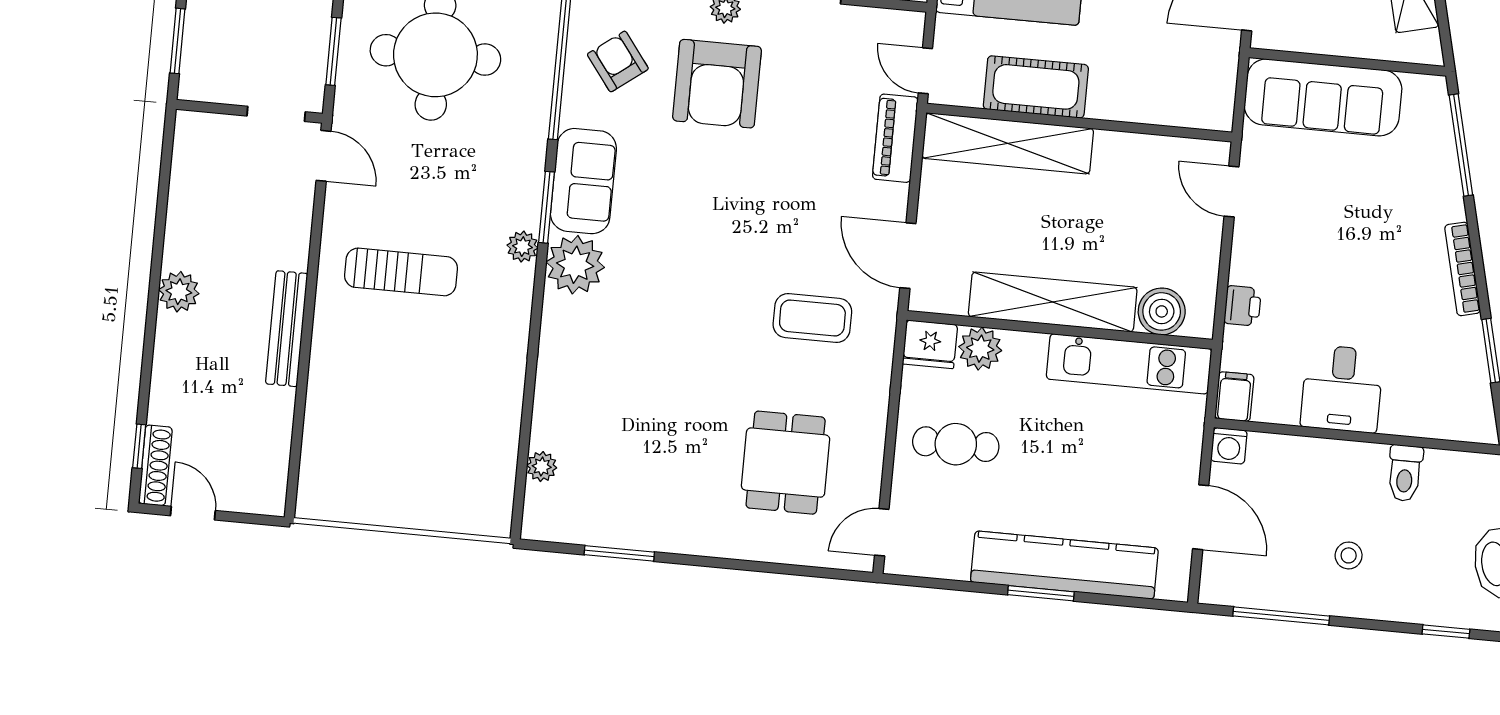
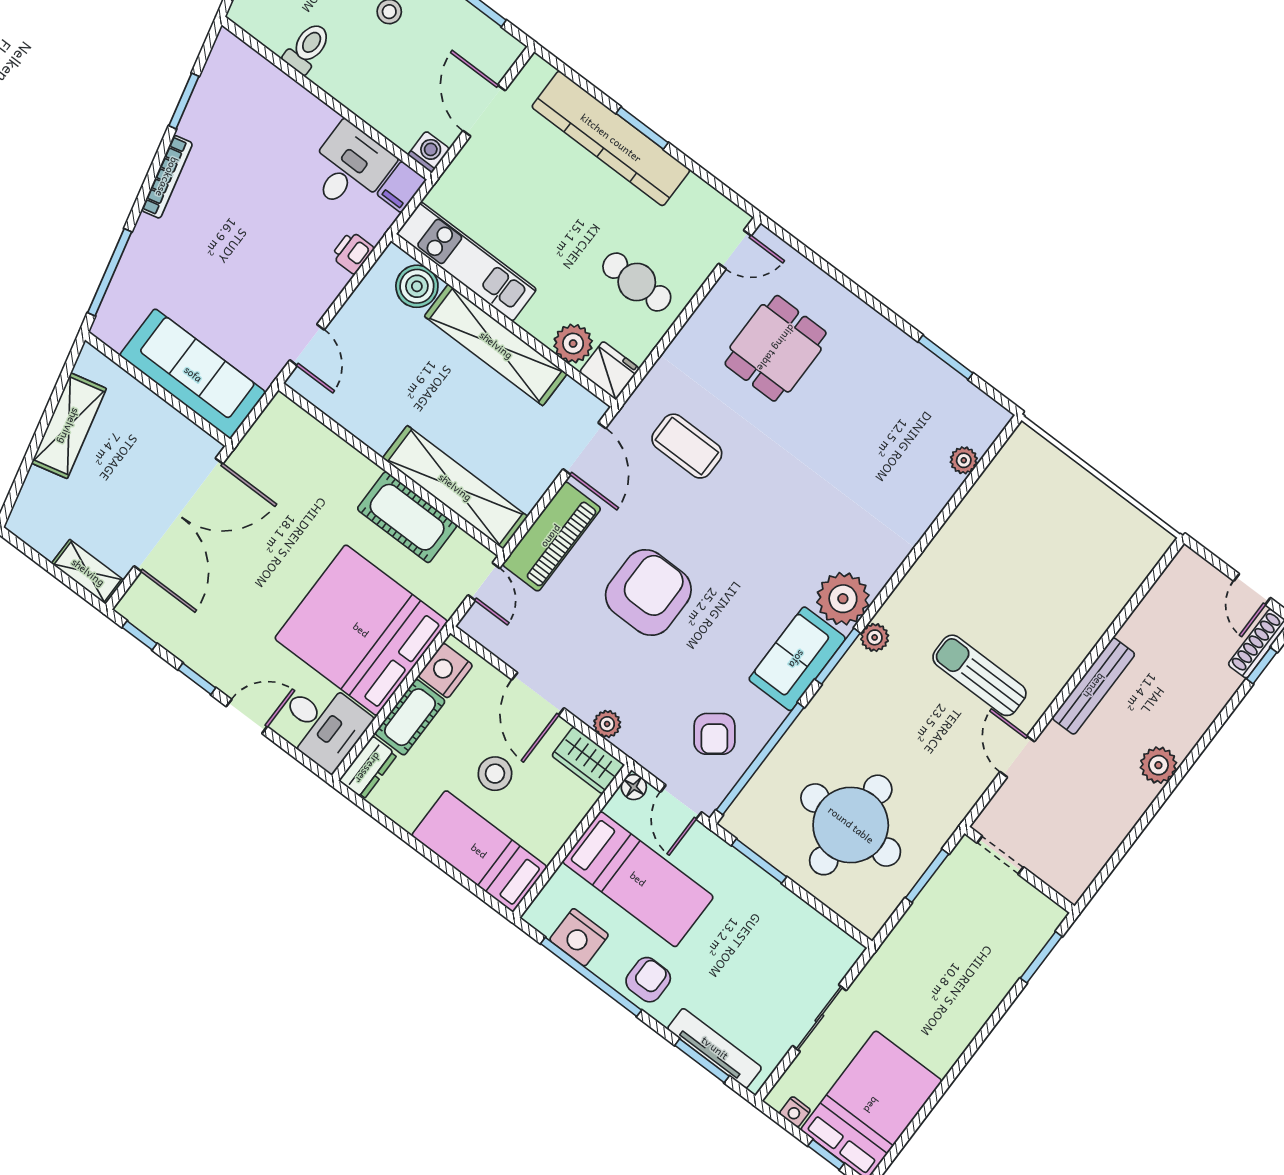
armchair: (717, 84) -> (648, 592), moved
piano: (895, 138) -> (552, 537), width x1.37, depth x1.33
door: (324, 156) -> (1017, 757), moved
desk: (1342, 389) -> (349, 168), moved

